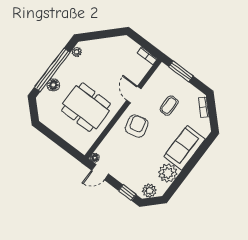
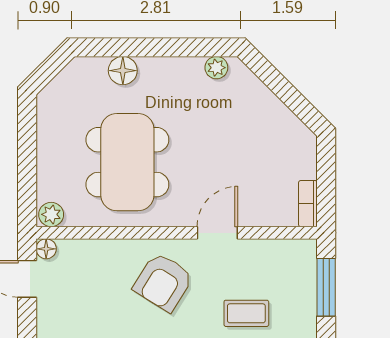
window: (52, 70) -> (149, 47), removed
armchair: (137, 126) -> (163, 282), turned 136
plant: (84, 147) -> (51, 214), added

